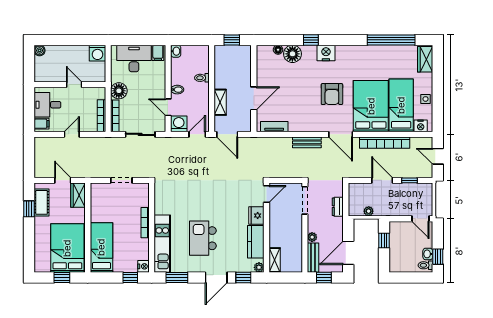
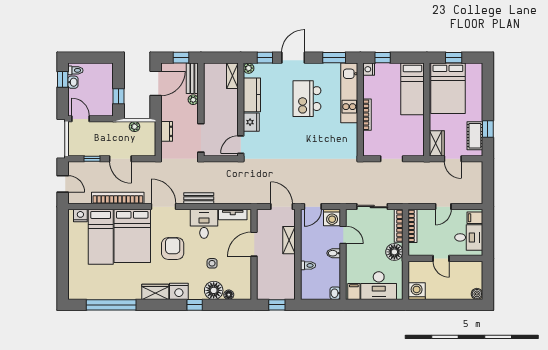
wardrobe: (425, 59) -> (155, 292), moved, turned -90
side table: (426, 99) -> (212, 263), moved
desk: (302, 118) -> (204, 224), added
kitchen island: (203, 238) -> (307, 99), turned 180

